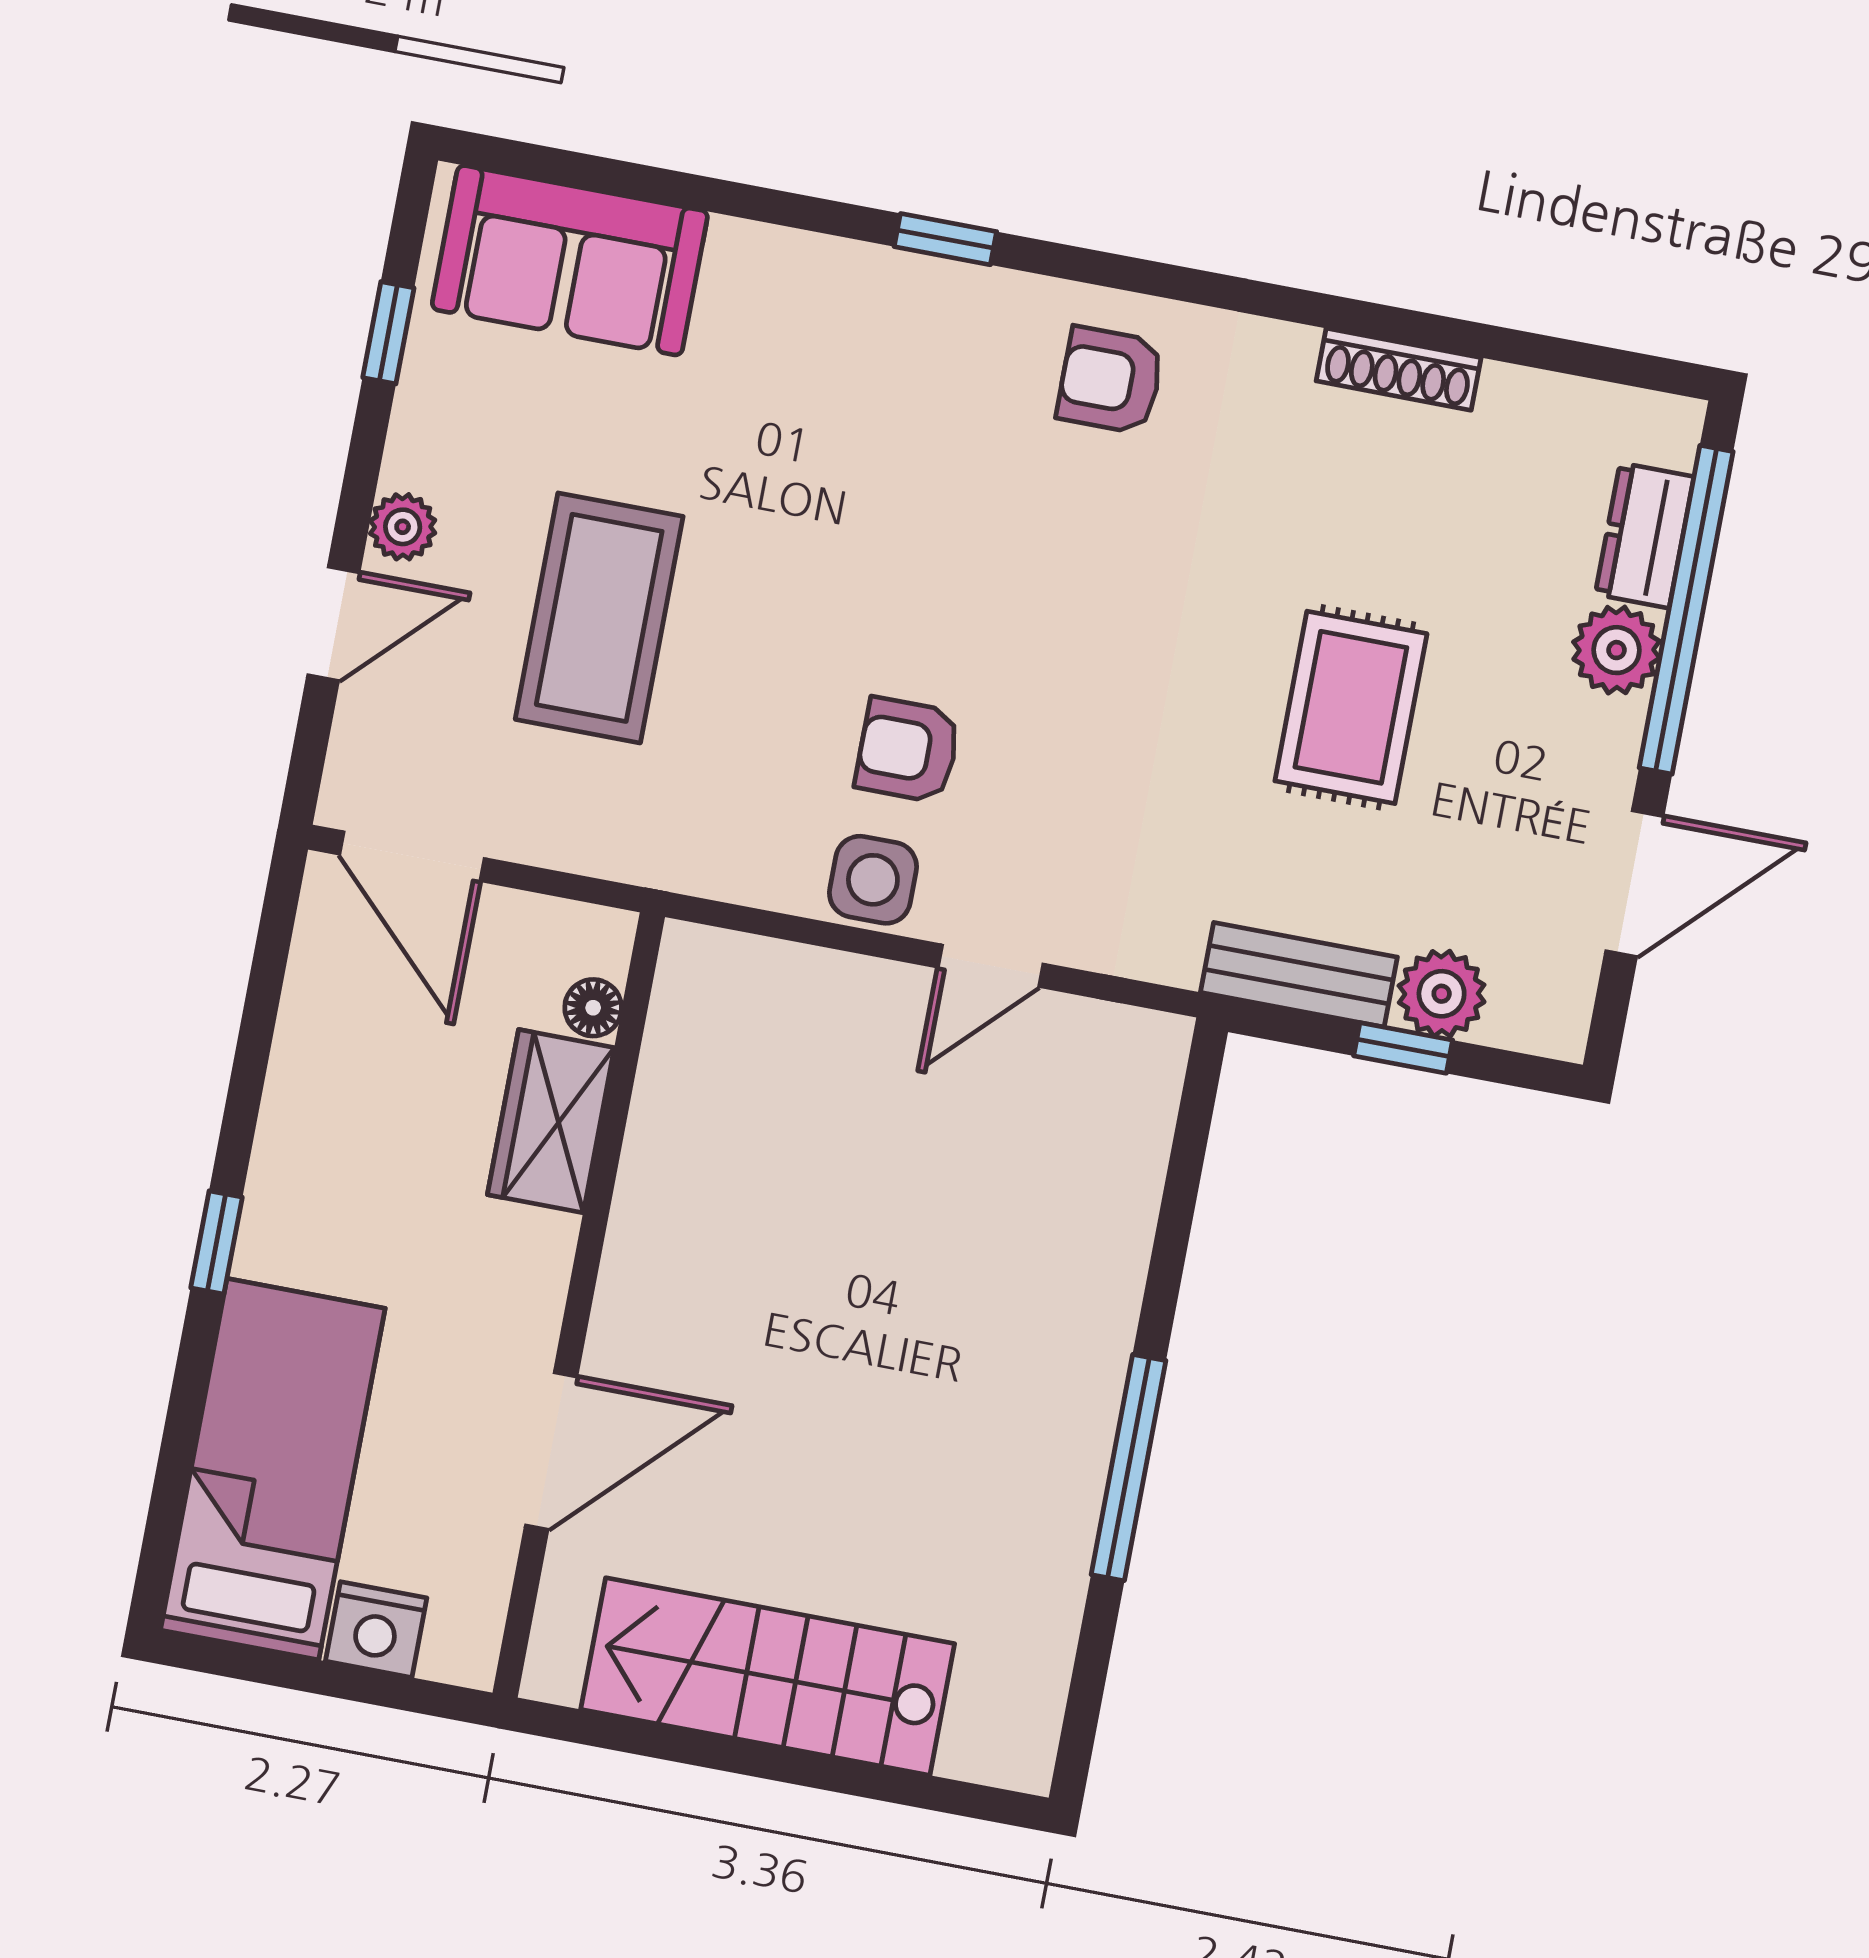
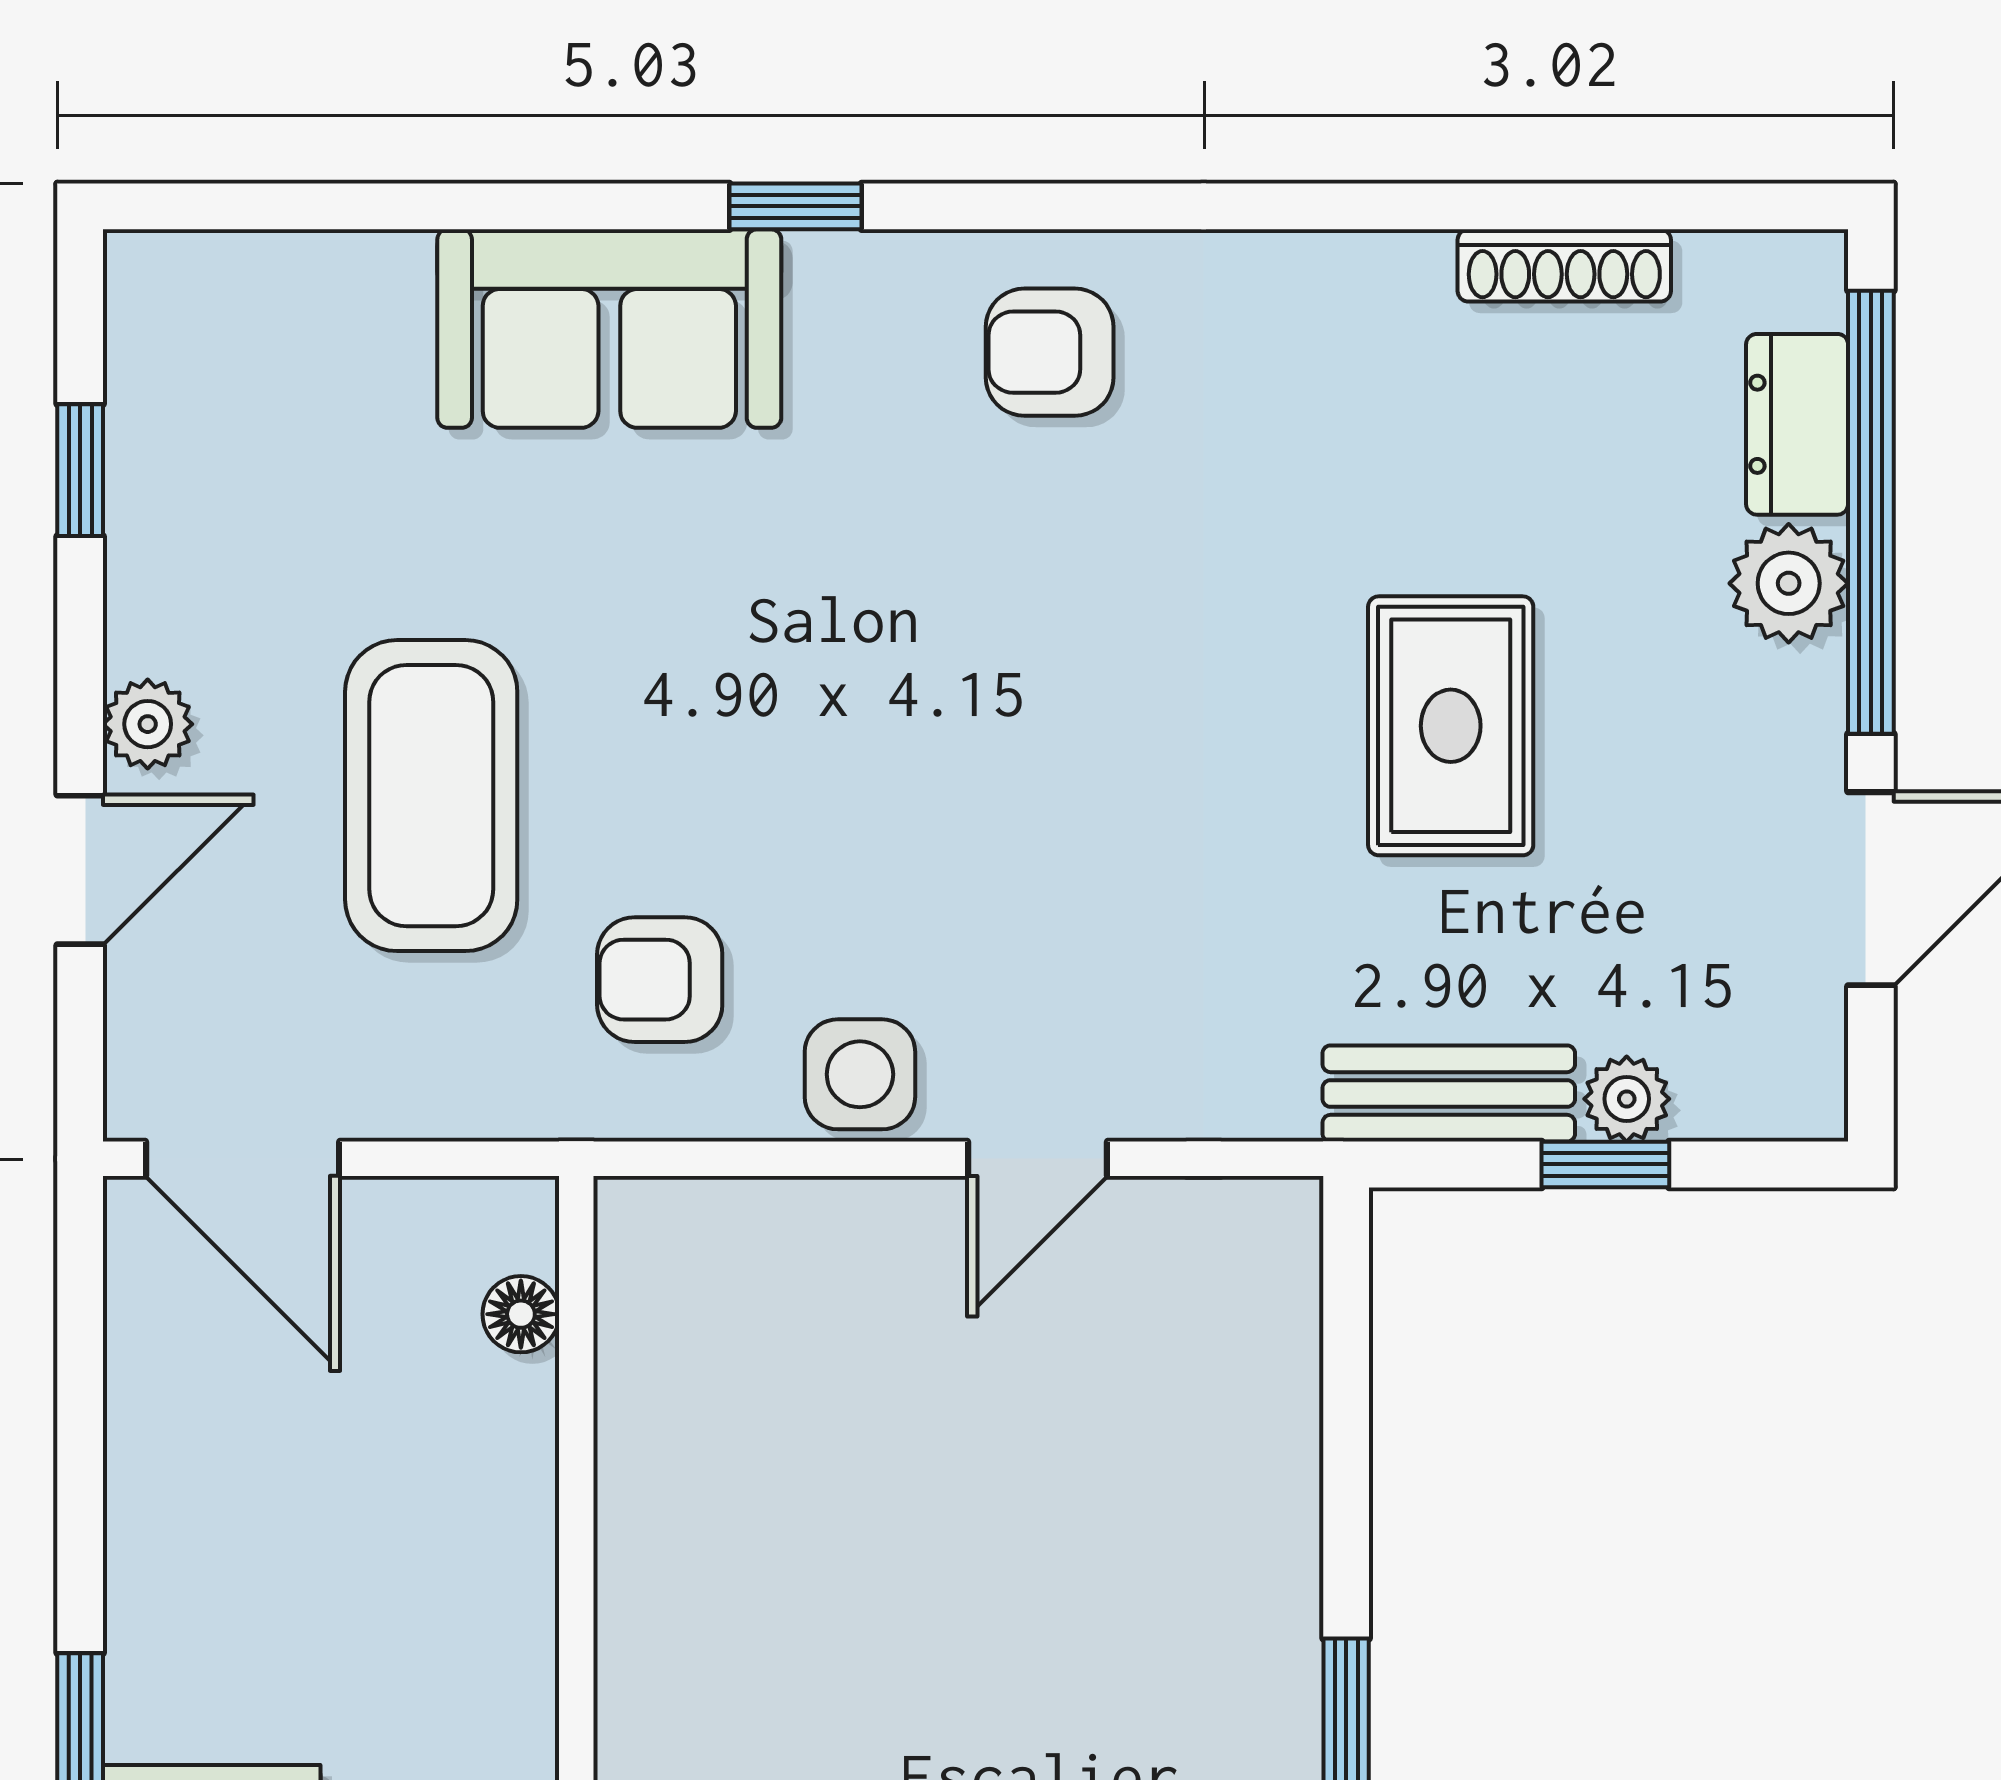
sofa: (570, 260) -> (609, 329), moved
shoe rack: (1399, 369) -> (1564, 265), moved
armchair: (908, 750) -> (660, 980), moved
plant: (1442, 994) -> (1627, 1099), width x0.73, depth x0.73
wardrobe: (551, 1121) -> (493, 1475), removed

